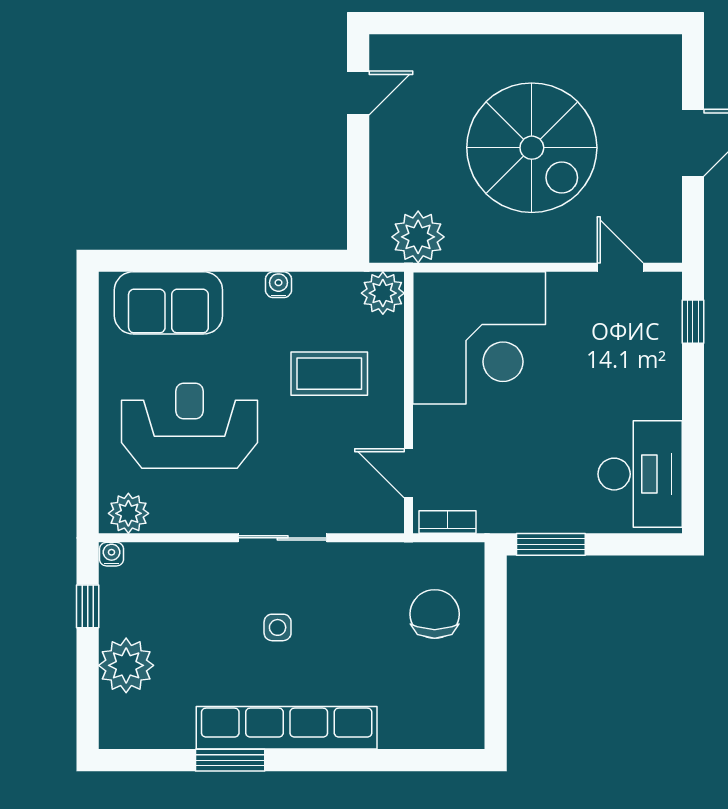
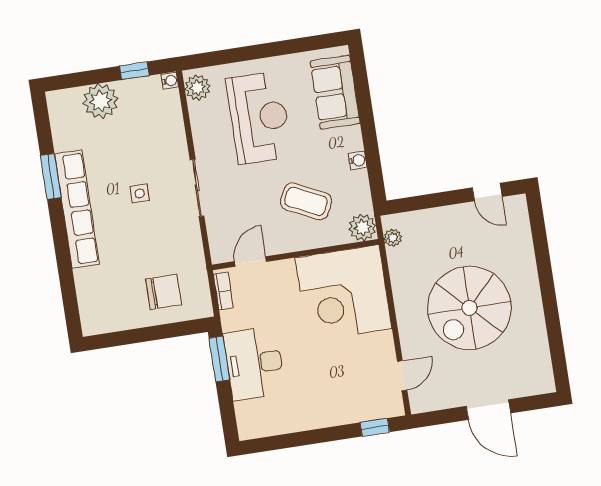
plant: (418, 237) -> (393, 238), width x0.53, depth x0.53
coffee table: (329, 374) -> (306, 201), turned -64
desk: (640, 474) -> (254, 363), moved, turned 90

